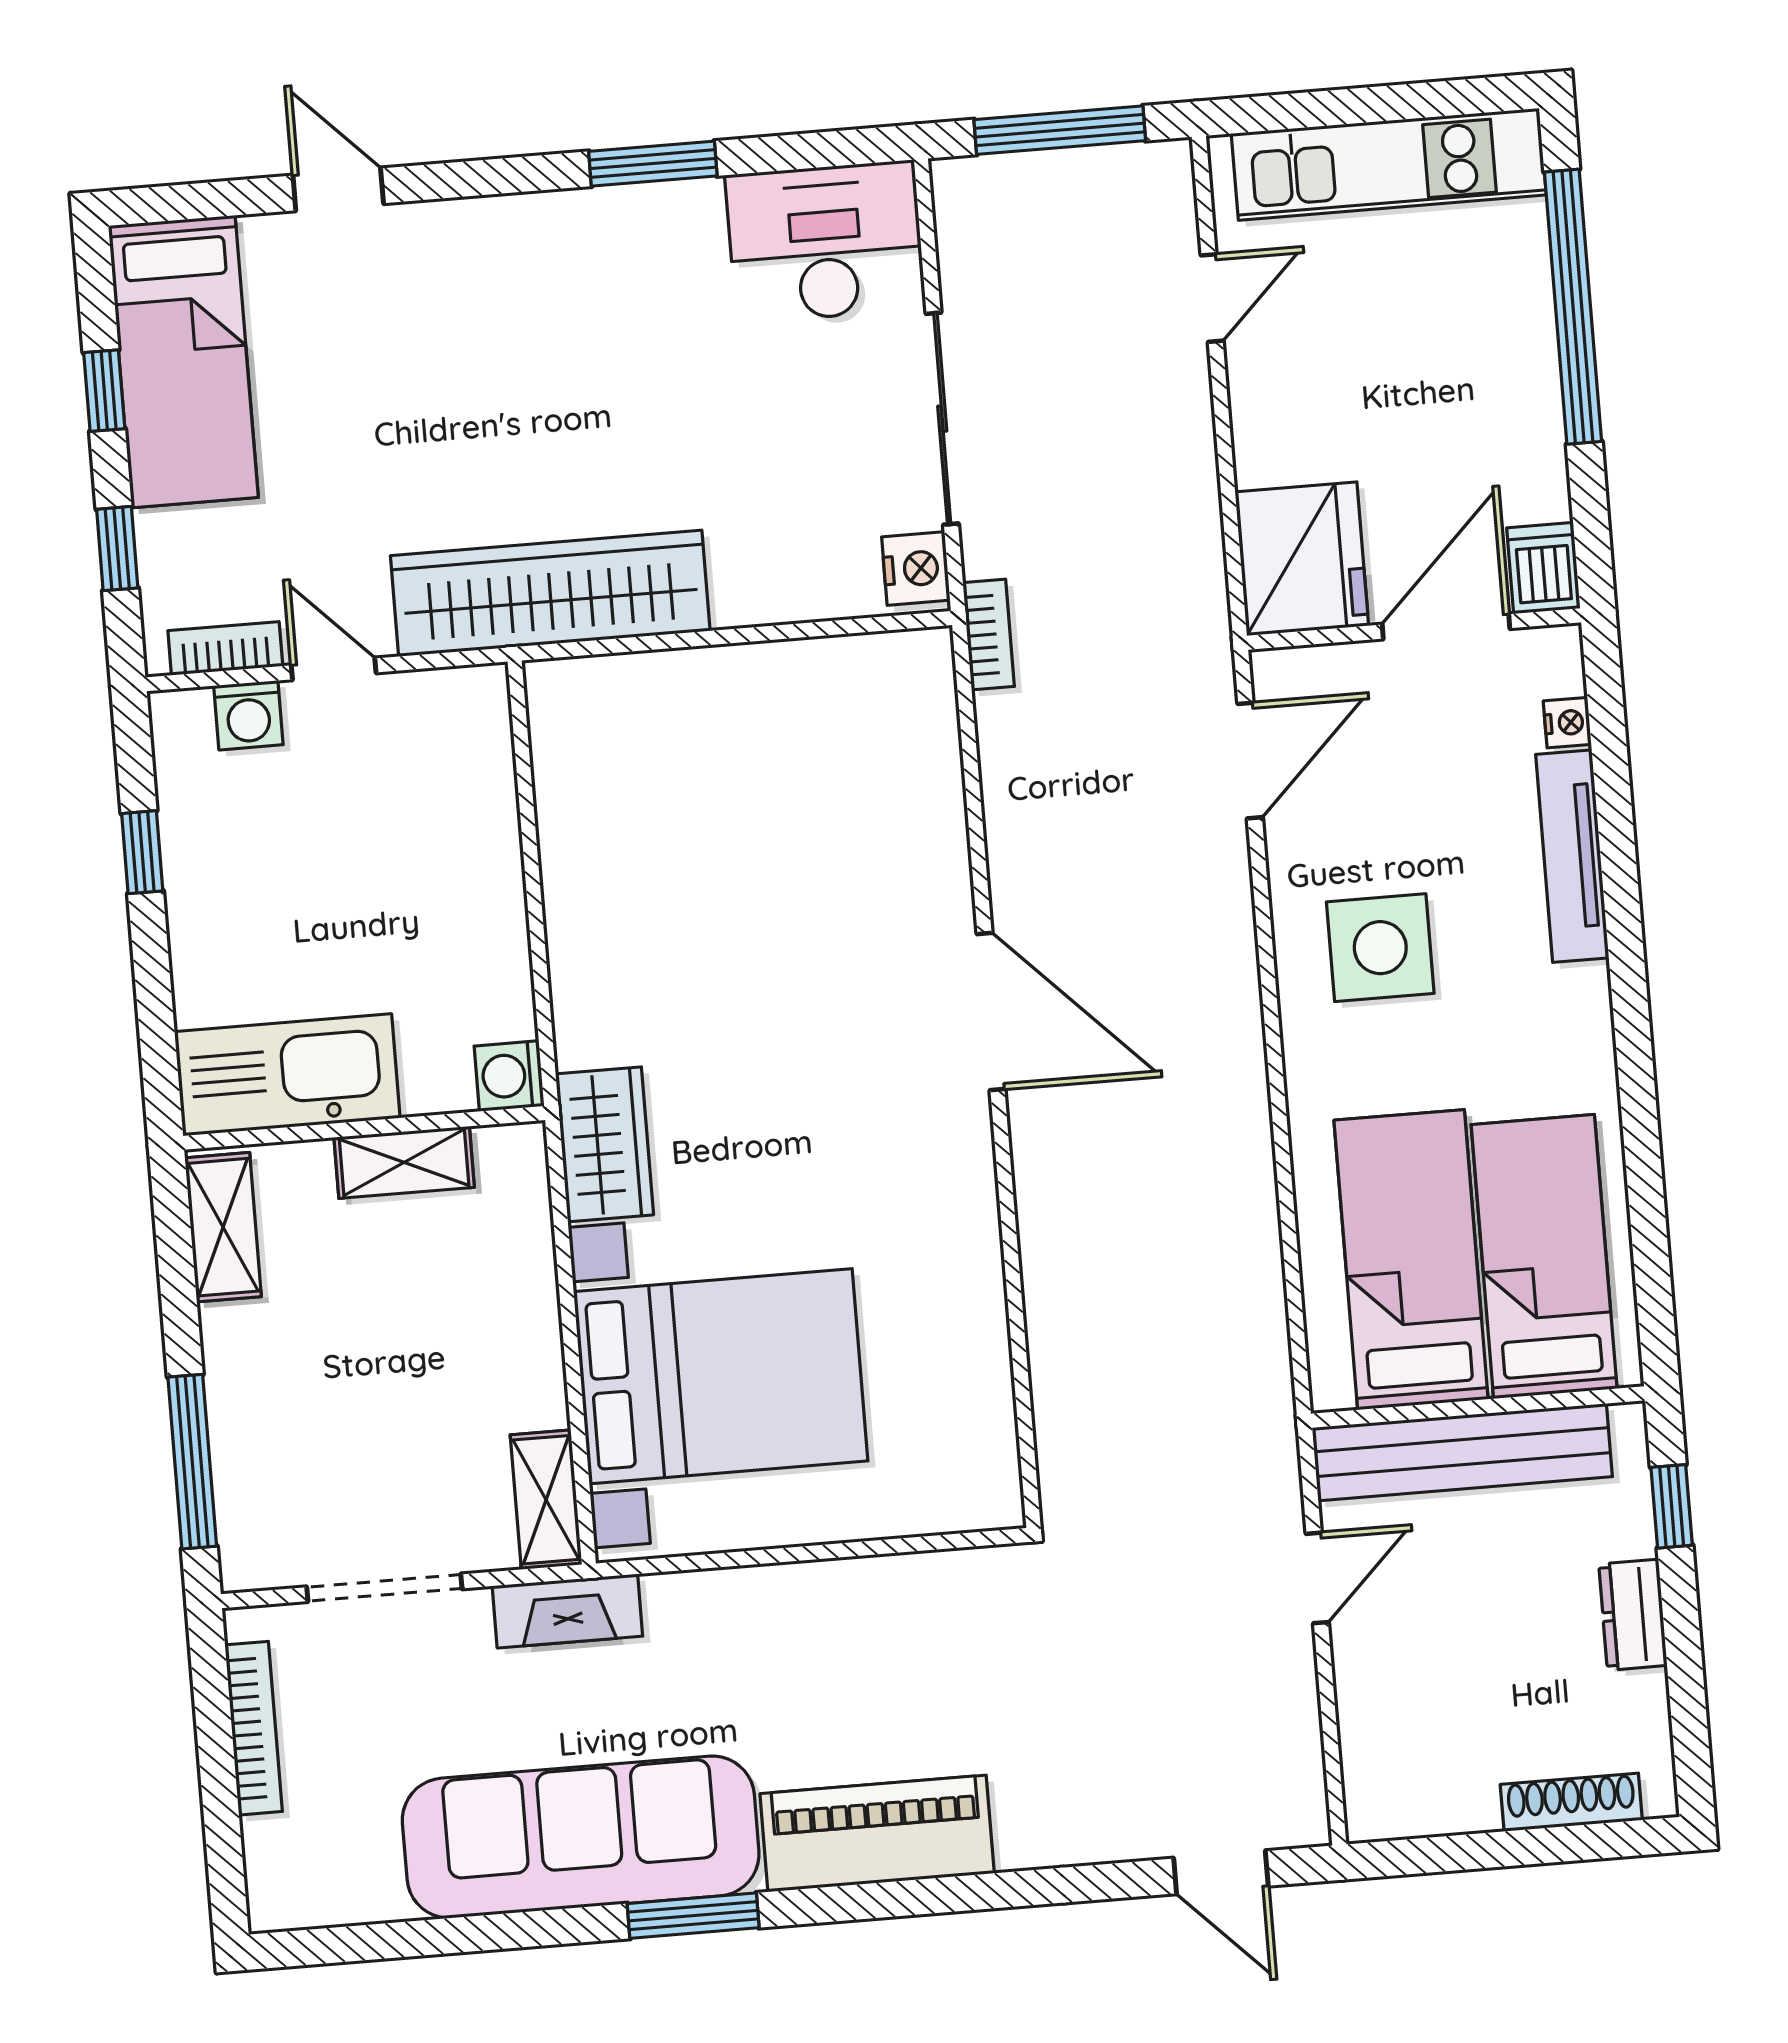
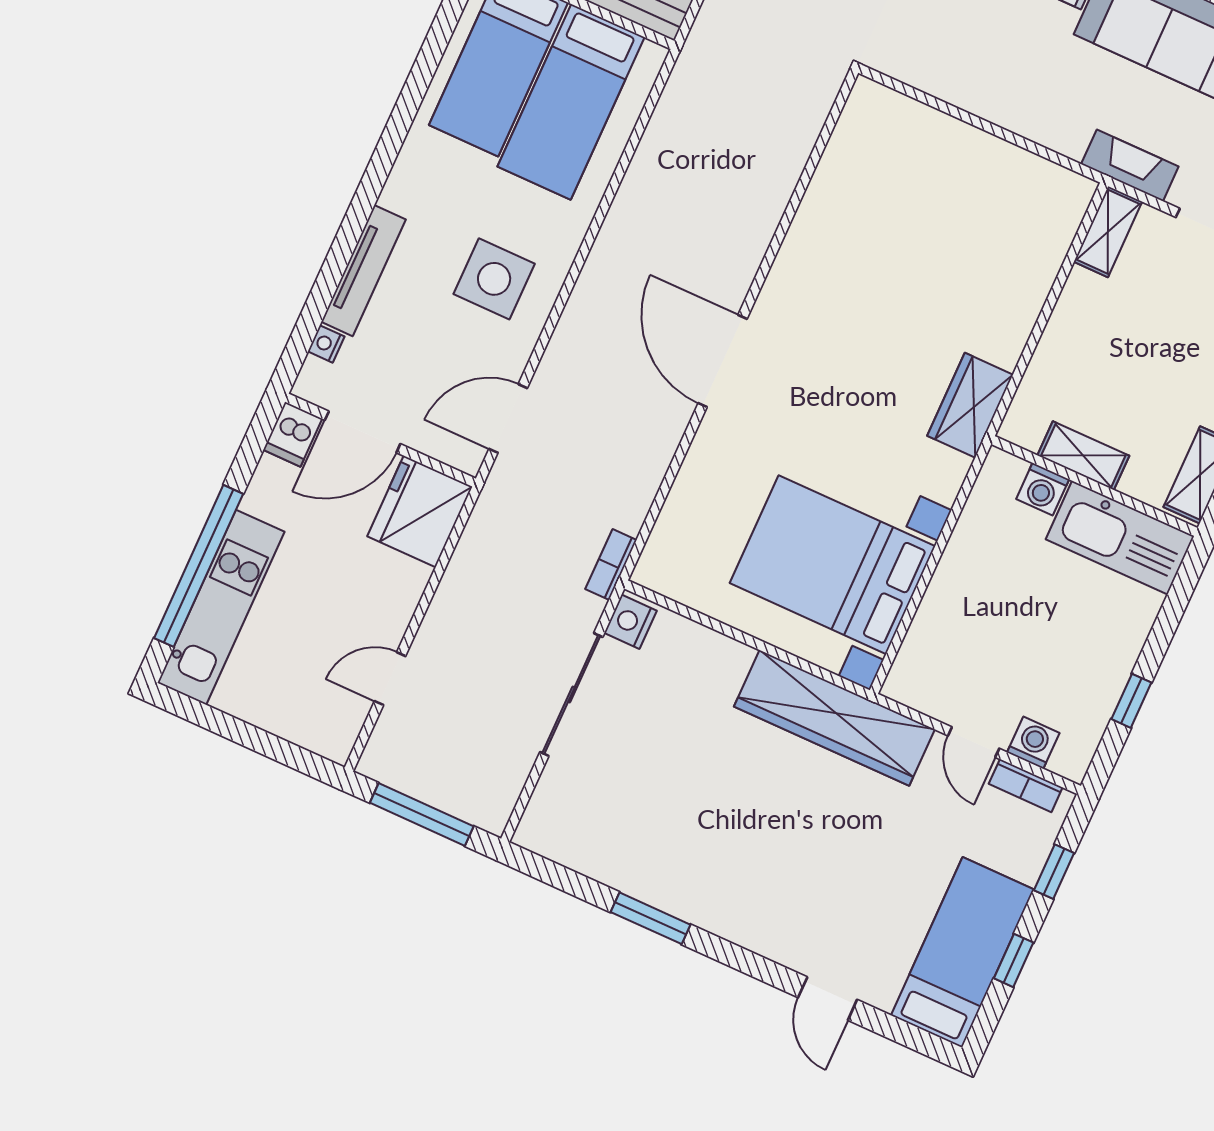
kitchen unit: (1389, 164) -> (221, 607), moved, turned 90
desk: (825, 242) -> (581, 825), removed
washing machine: (509, 1076) -> (1043, 489), moved, turned 90
bed with nightstands: (721, 1376) -> (832, 565), moved

